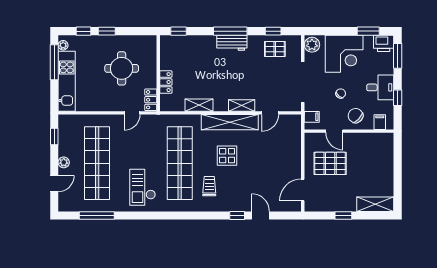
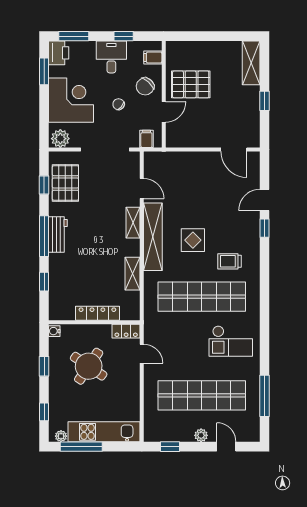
window: (107, 31) -> (44, 366), moved
window: (178, 31) -> (44, 282), moved
water cooler: (151, 40) -> (54, 331), added
pallet: (275, 49) -> (65, 183), width x1.50, depth x1.42
round table: (122, 68) -> (89, 366), turned 34
locker: (166, 82) -> (97, 313), width x1.53
pallet: (330, 163) -> (191, 84), moved, turned 90

